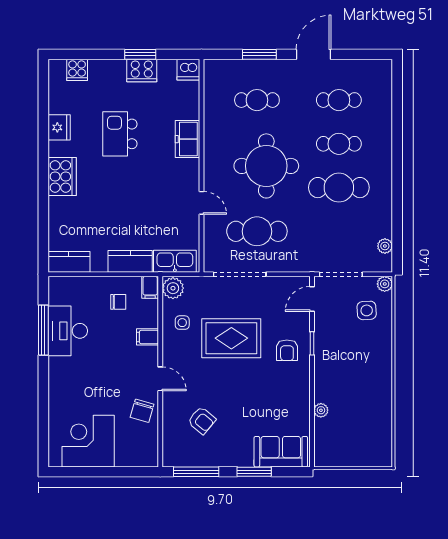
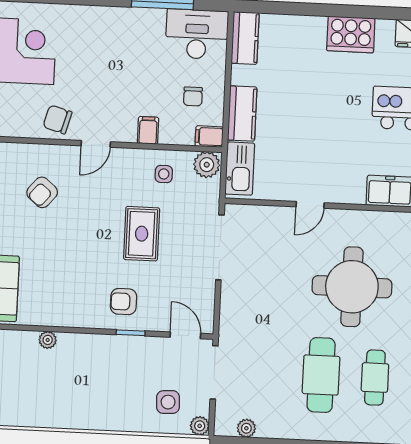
cafe table: (257, 231) -> (272, 271), removed
desk: (68, 331) -> (197, 34), moved
rug: (231, 338) -> (142, 234), width x0.73, depth x0.70

